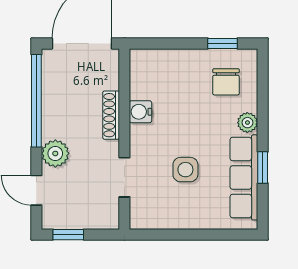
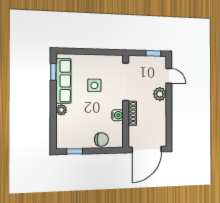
chair: (226, 82) -> (101, 139), moved, turned 90
window: (36, 101) -> (169, 120), removed
window: (263, 167) -> (53, 72), moved
doorway: (124, 177) -> (126, 82), width x1.88

